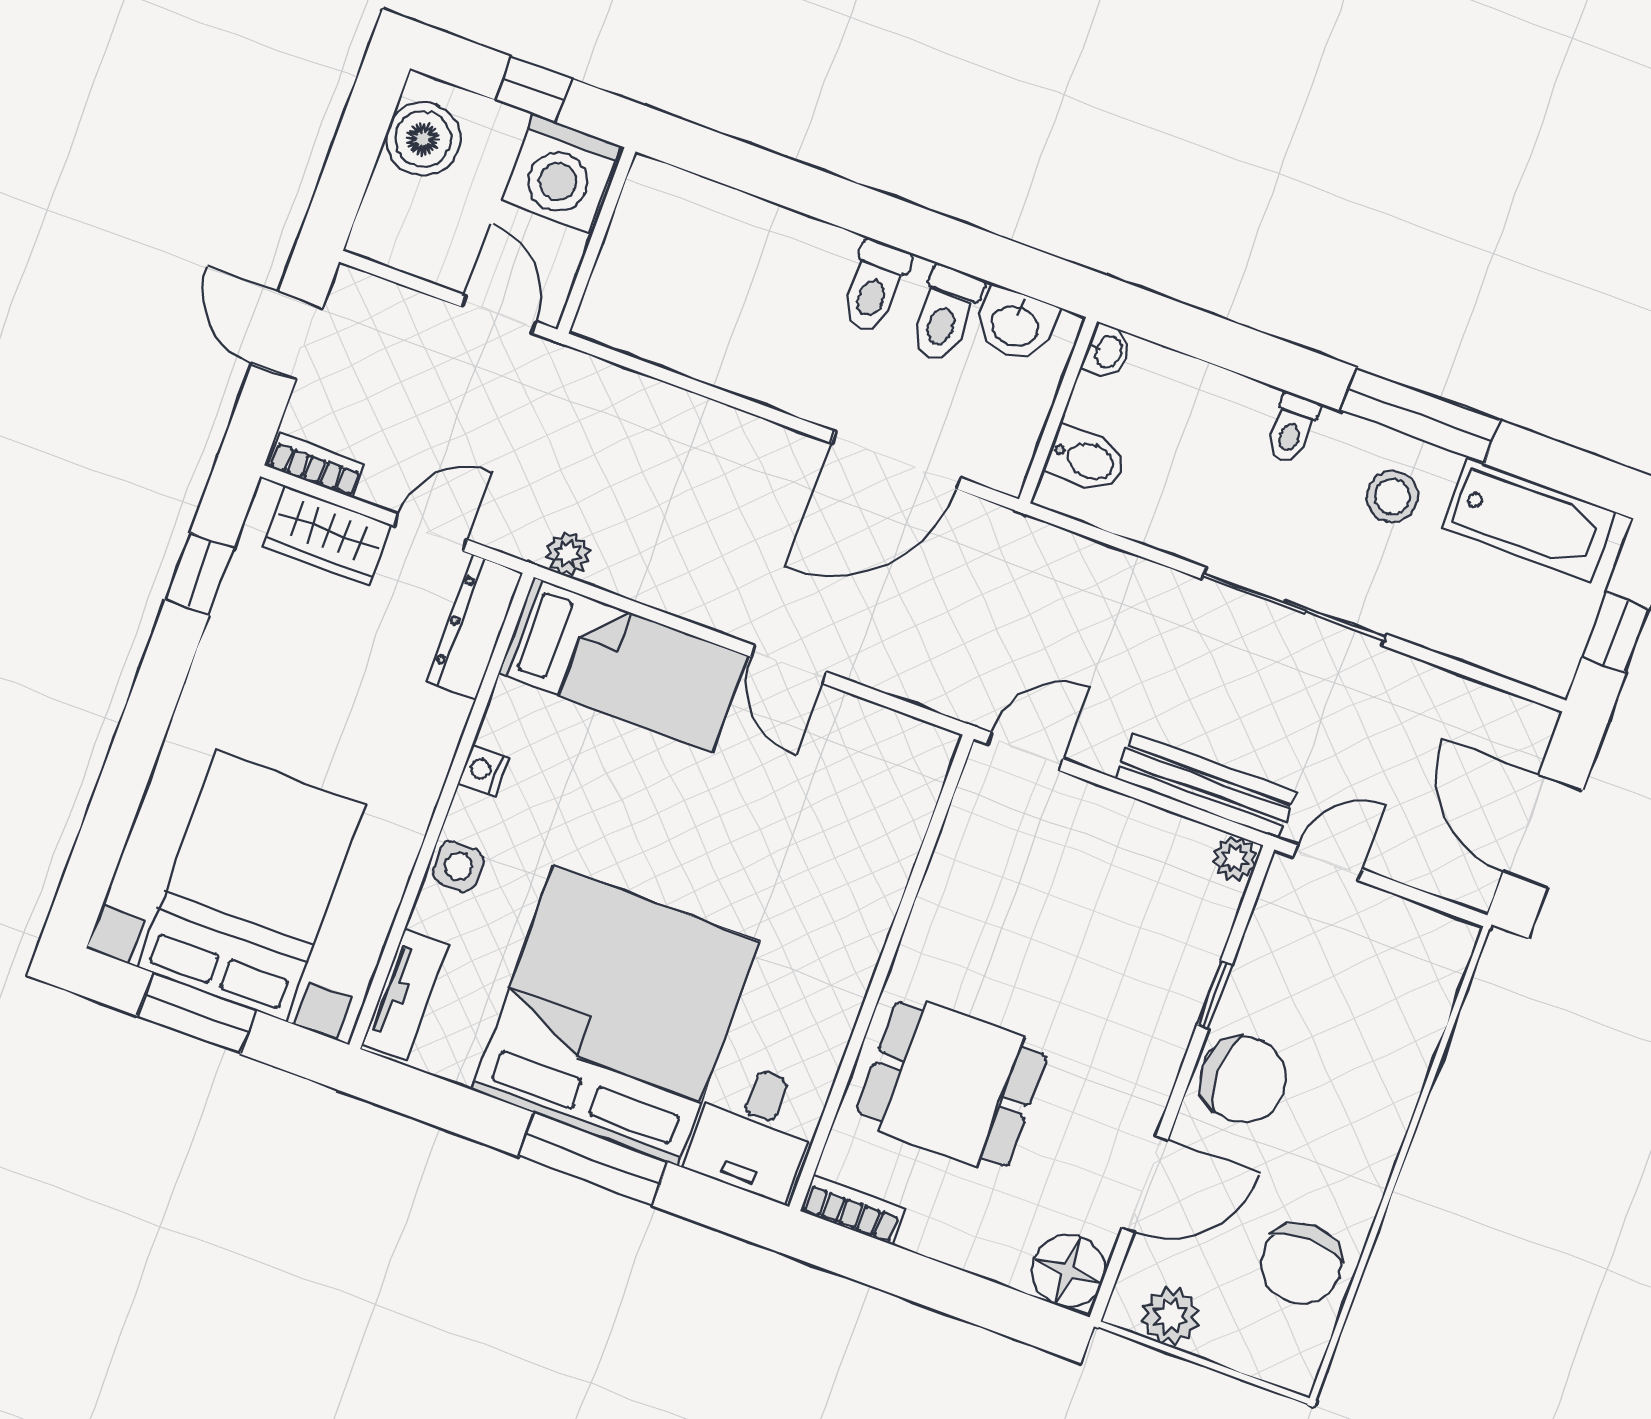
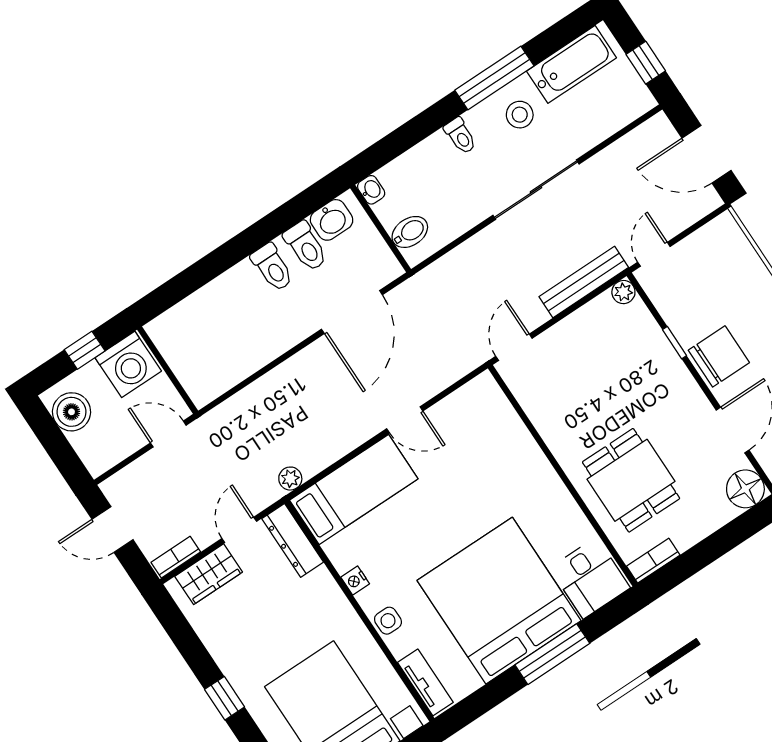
window: (200, 574) -> (225, 698), moved
dining table: (952, 1084) -> (631, 480), turned 90

